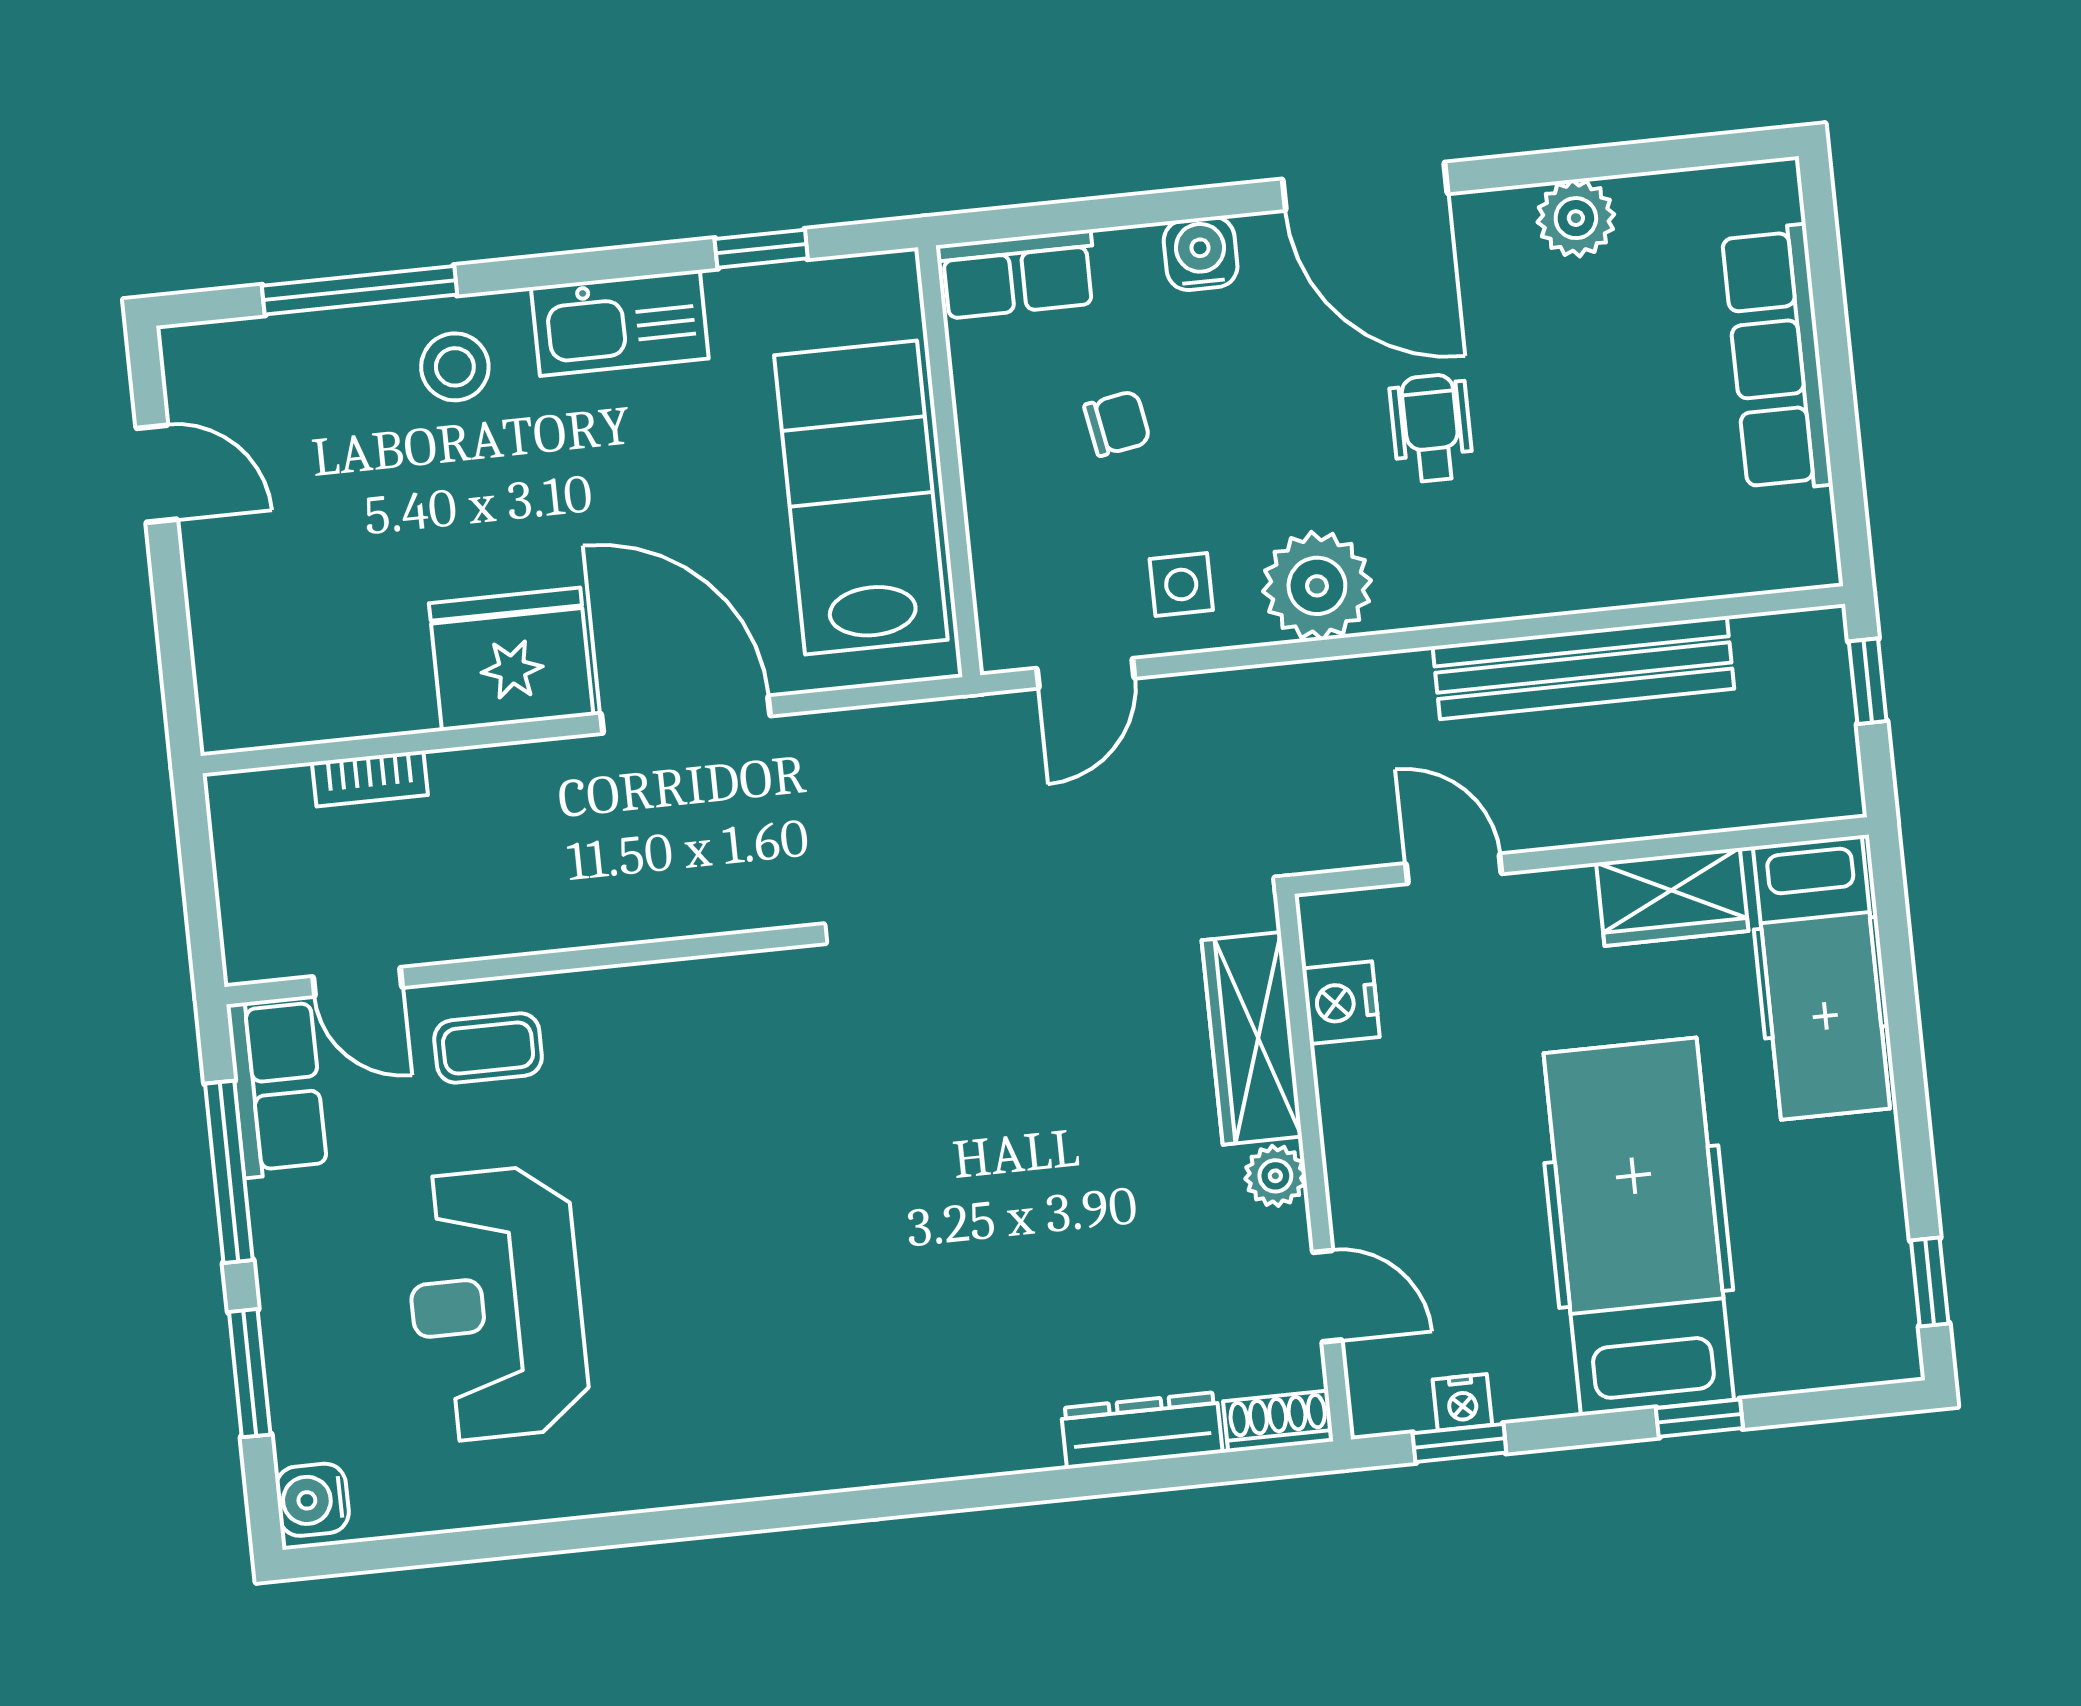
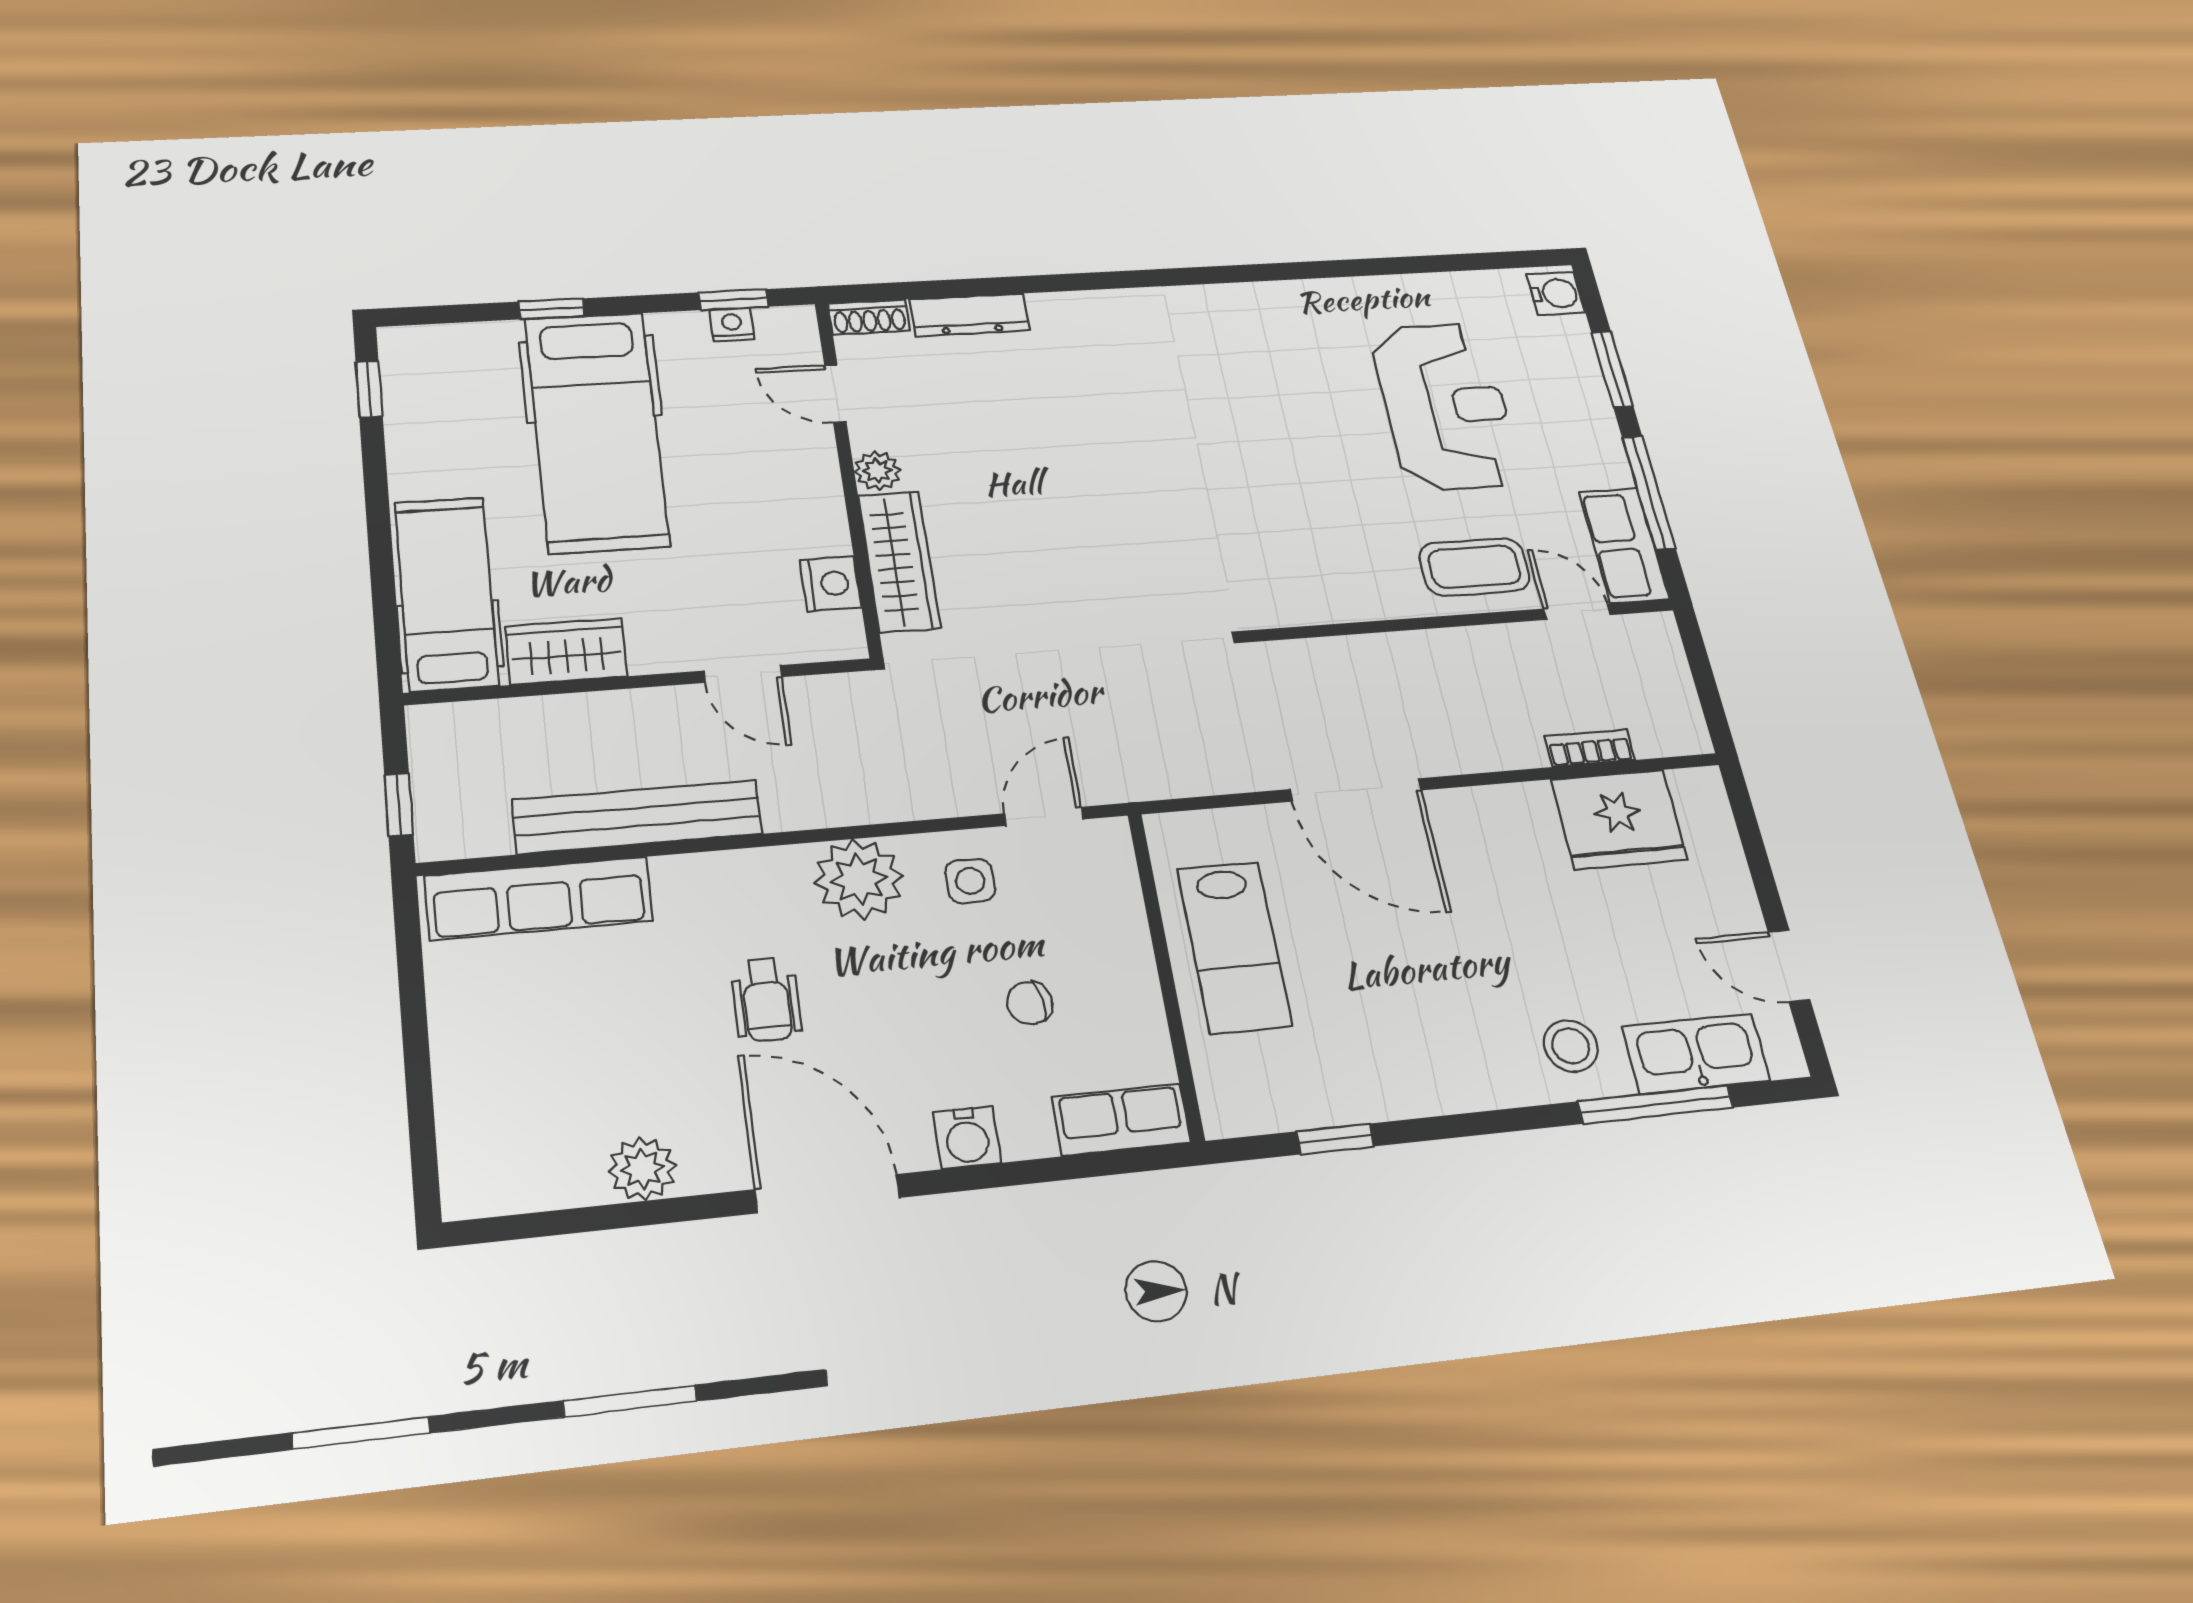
kitchen sink: (620, 323) -> (1696, 1054), moved
row of seats: (1777, 358) -> (539, 898), moved, turned 90
lab bench: (861, 497) -> (1234, 947), width x0.73, depth x0.72
fridge: (511, 659) -> (1619, 819), moved
coffee table: (488, 1048) -> (1474, 567), width x1.36, depth x1.30

